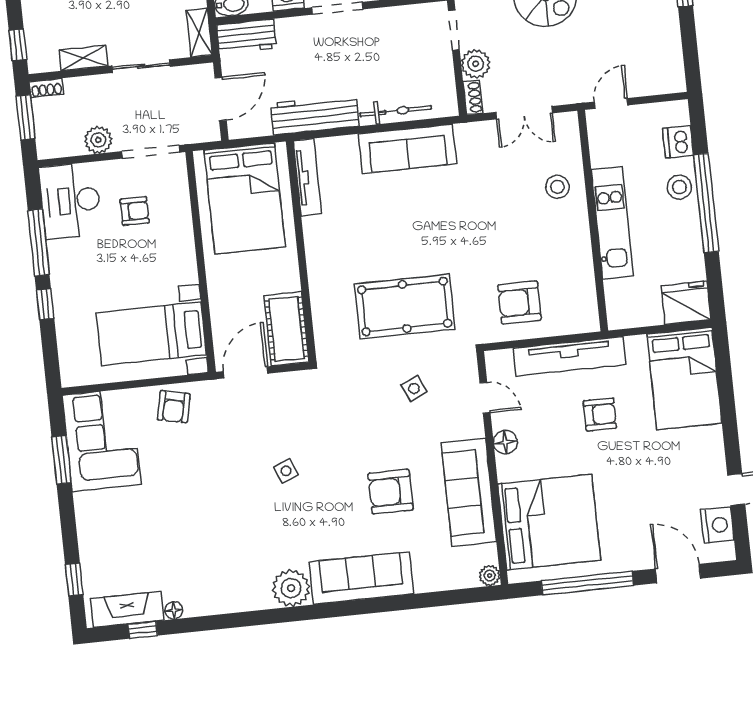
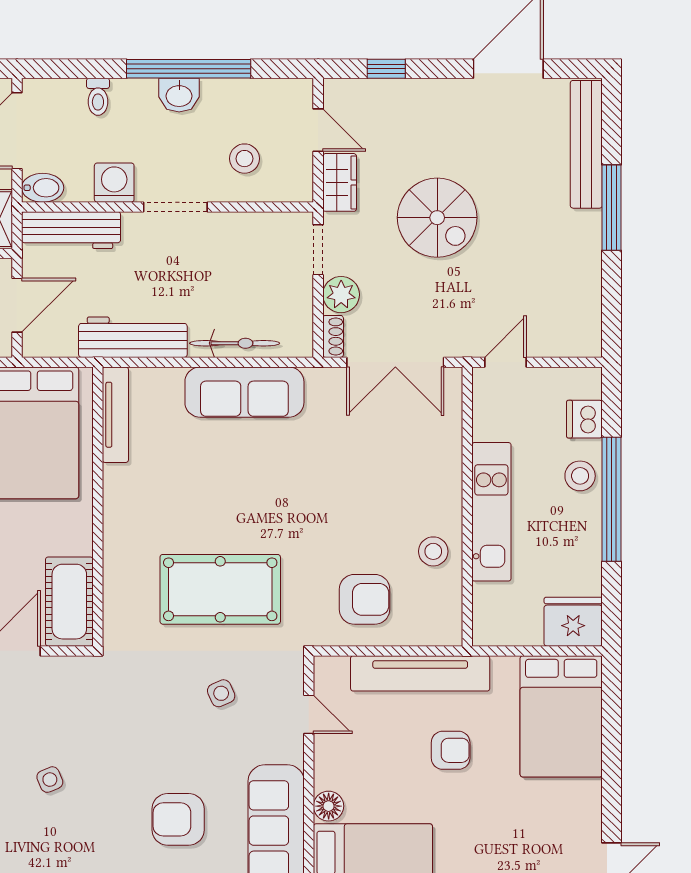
workbench: (246, 36) -> (71, 230), width x1.38
double door: (524, 113) -> (395, 362), width x1.37
stool: (557, 187) -> (433, 551), moved
armchair: (519, 302) -> (365, 599), turned 180
floor lamp: (505, 442) -> (329, 806), moved

